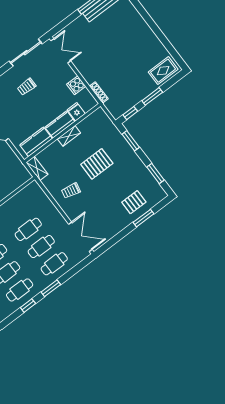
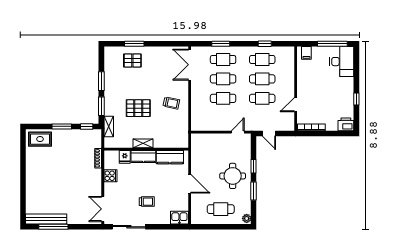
shelving: (37, 168) -> (109, 127), moved
window: (155, 174) -> (101, 81), moved
window: (51, 288) -> (221, 44), moved

